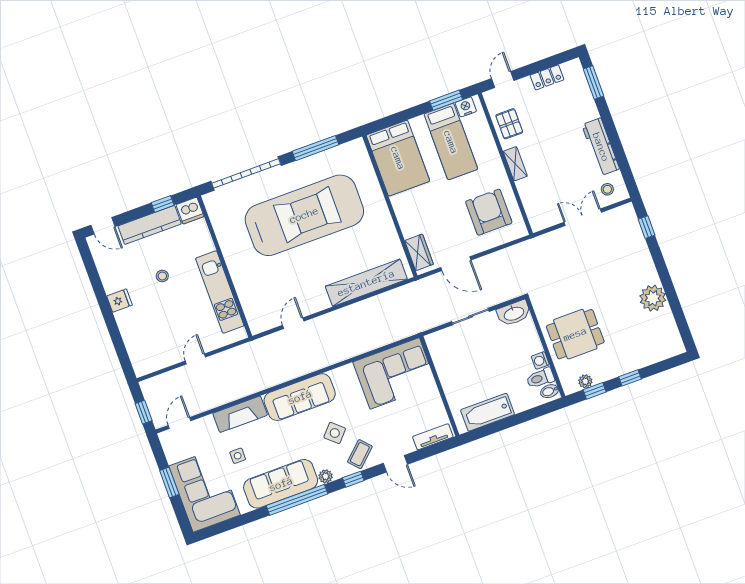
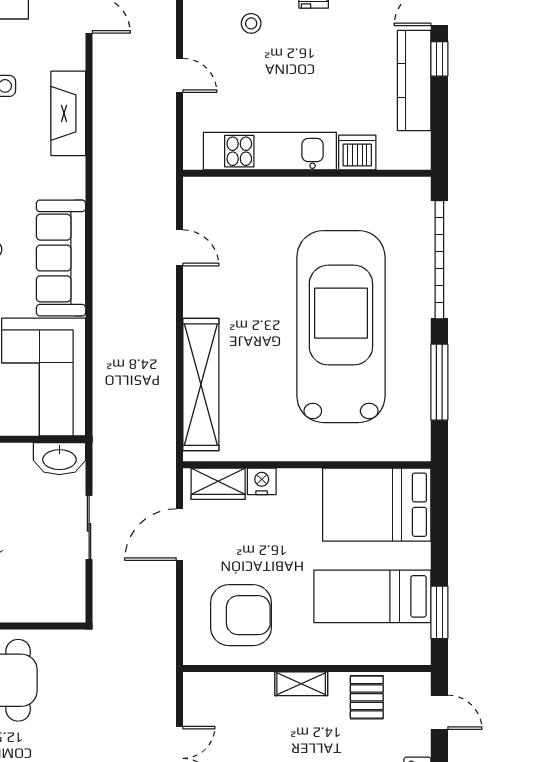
nightstand: (466, 107) -> (262, 481), moved, turned -90
pallet: (509, 124) -> (367, 697), turned 90
window: (163, 204) -> (439, 59), moved
dishwasher: (190, 211) -> (357, 153), moved, turned 90
car: (304, 215) -> (341, 327), turned 180
stool: (162, 276) -> (251, 23), moved
washbasin: (514, 313) -> (59, 459), moved, turned -90
sofa: (300, 397) -> (61, 258), moved

